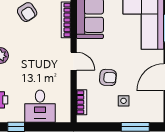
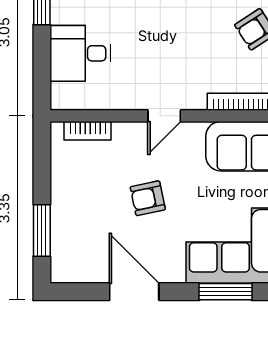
armchair: (108, 77) -> (148, 198), moved, turned 74
side table: (124, 101) -> (90, 209), removed

